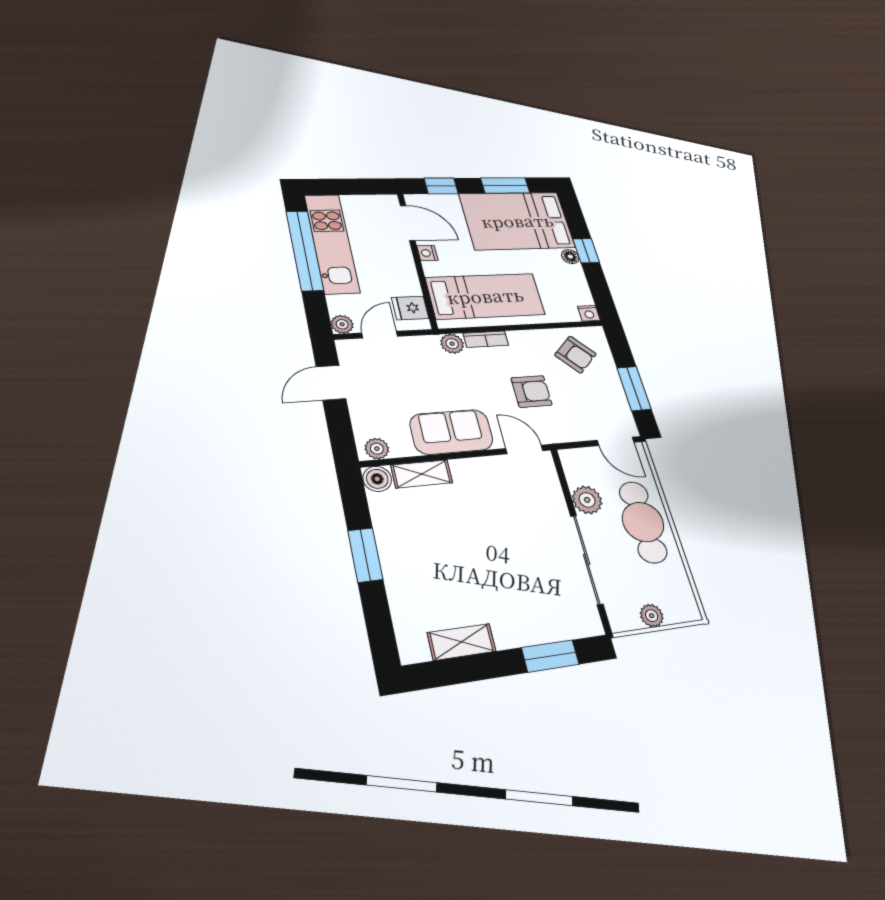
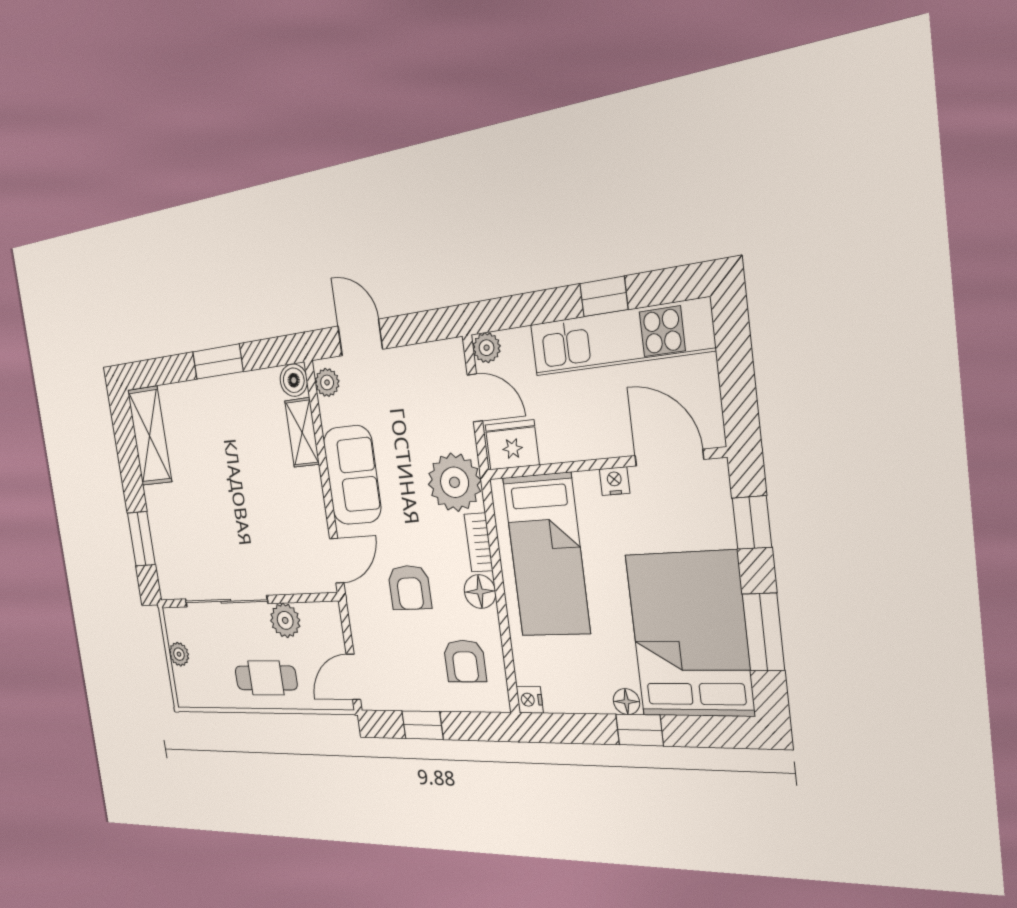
door: (408, 223) -> (669, 458), swing flipped
window: (305, 250) -> (604, 296), width x0.32
fridge: (410, 308) -> (512, 445), width x1.38
floor lamp: (522, 341) -> (480, 592), added
plant: (452, 344) -> (454, 482), width x1.88, depth x1.88
armchair: (575, 355) -> (465, 661), turned -47
door: (331, 383) -> (360, 338), moved
window: (634, 388) -> (423, 725), width x0.67
cafe table: (643, 522) -> (266, 678), width x0.73, depth x0.74
shelving: (462, 642) -> (150, 436), width x1.50, depth x1.33

